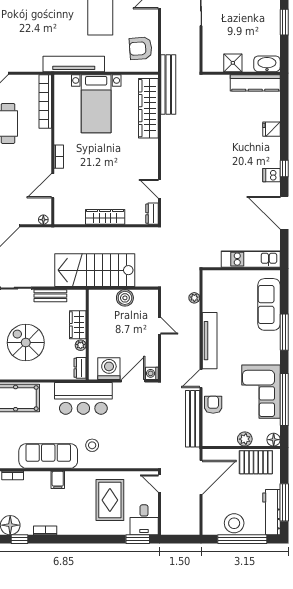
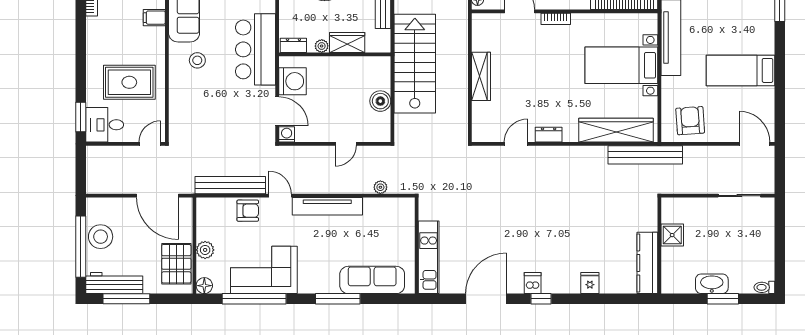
washbasin: (267, 64) -> (712, 284), moved, turned -90
dresser: (152, 214) -> (549, 135), moved

